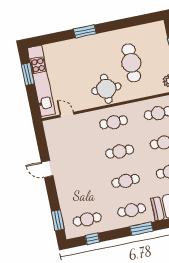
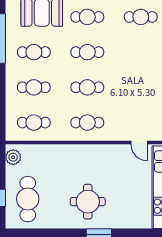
cafe table: (131, 63) -> (28, 199), moved
round table: (106, 89) -> (88, 202), moved

